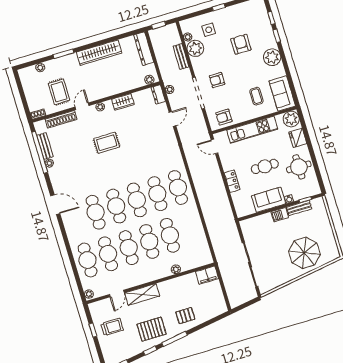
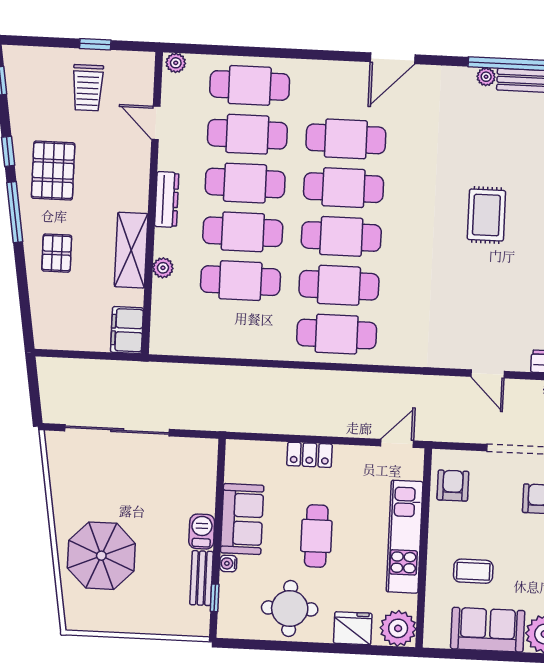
sofa: (282, 93) -> (488, 630), moved
dresser: (147, 278) -> (167, 200), added
shelving: (142, 294) -> (131, 250), moved

